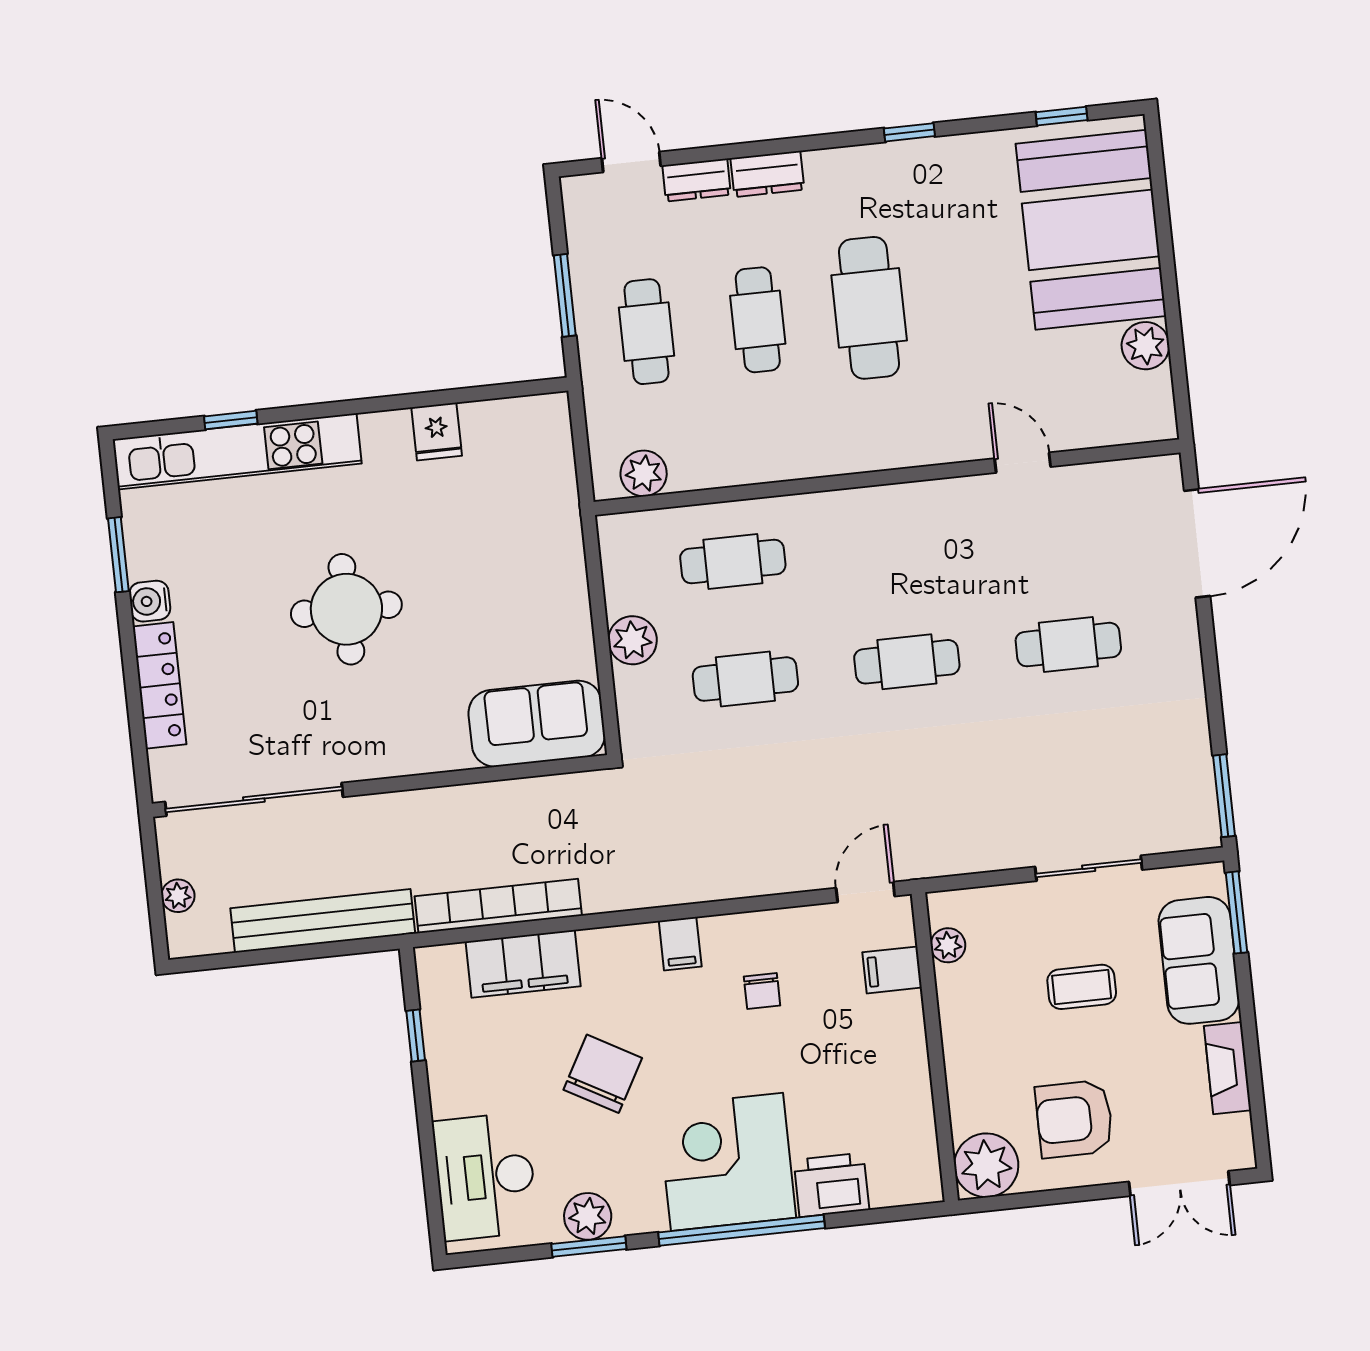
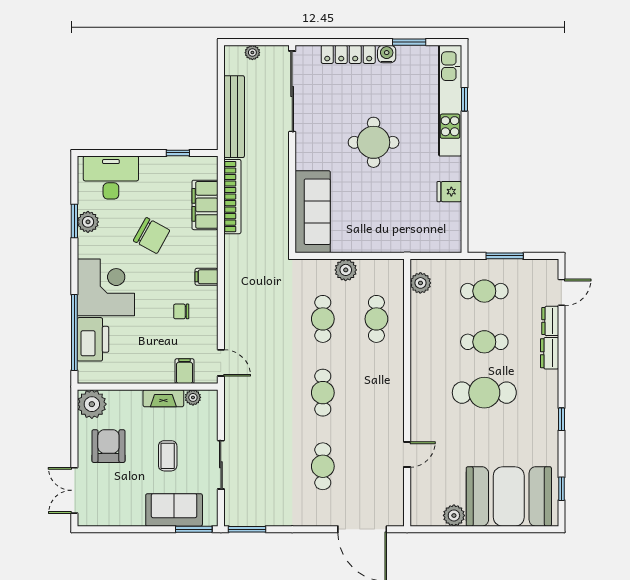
sofa: (537, 724) -> (313, 212), width x1.36
fireplace: (1227, 1068) -> (163, 398), moved, turned 180
printer: (831, 1185) -> (93, 339), width x1.37, depth x1.19
window: (742, 1230) -> (74, 332), moved

